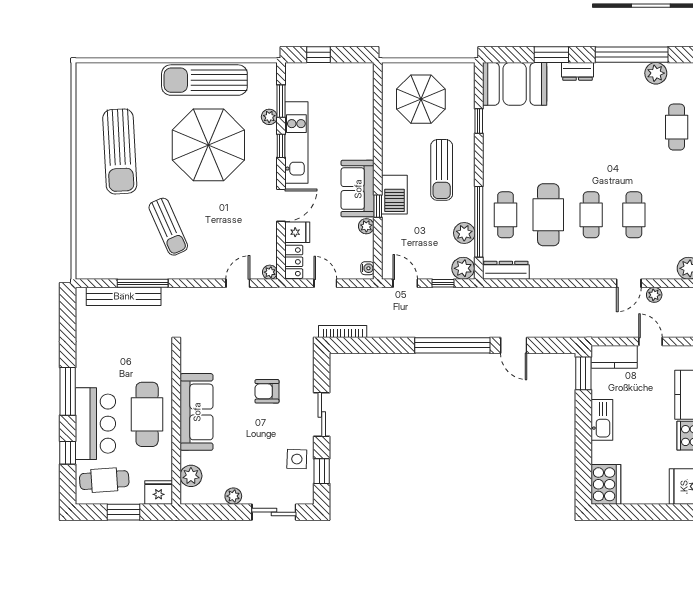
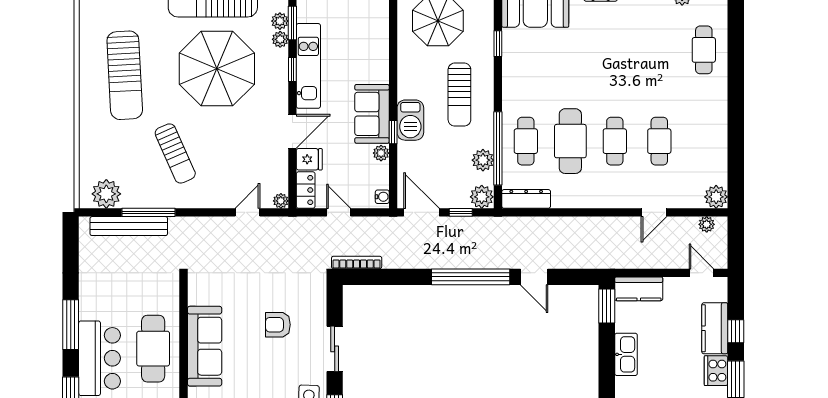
plant: (269, 99) -> (280, 21), added
plant: (102, 266) -> (106, 194), added
door: (405, 283) -> (422, 212), width x1.38
plant: (654, 295) -> (707, 224), moved
door: (650, 341) -> (701, 273), moved

